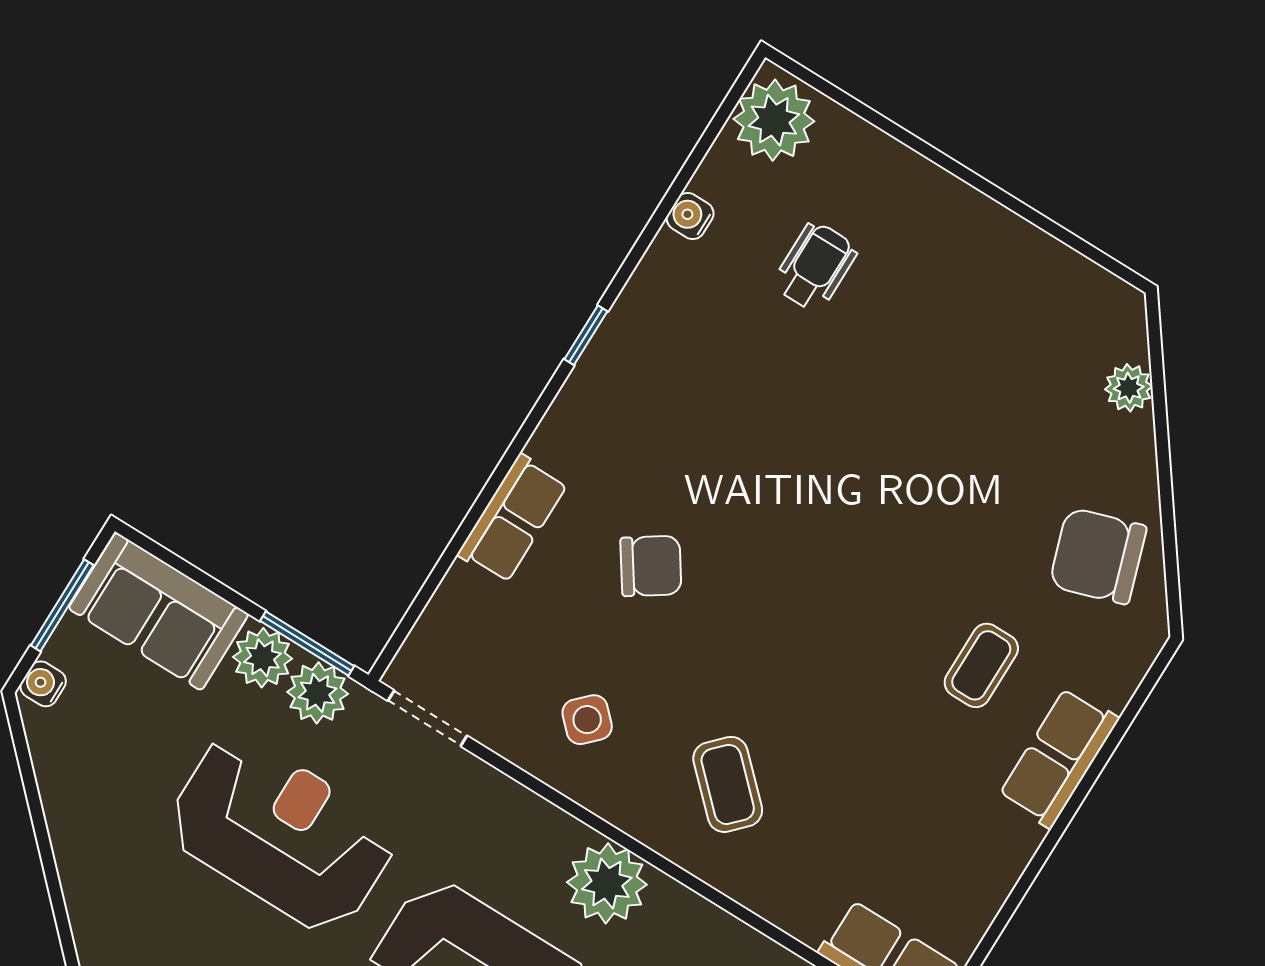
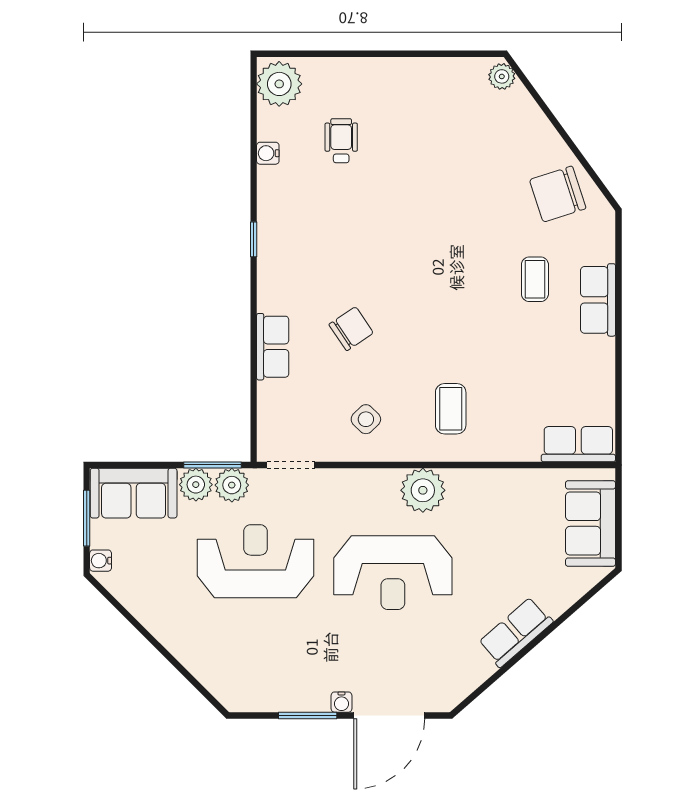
plant: (1129, 388) -> (502, 76), moved
coffee table: (728, 784) -> (451, 409), turned 46

